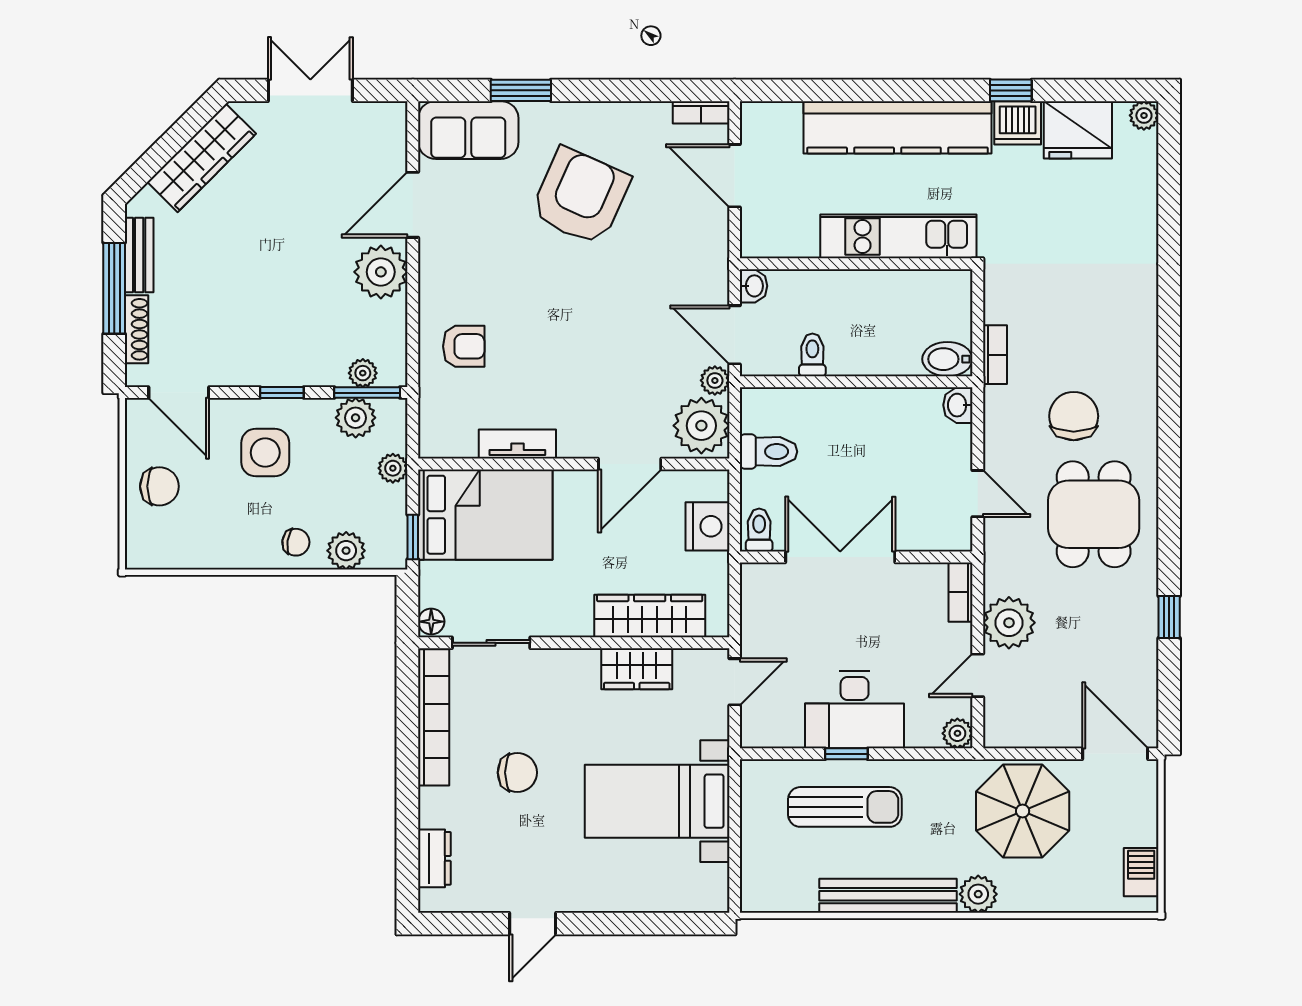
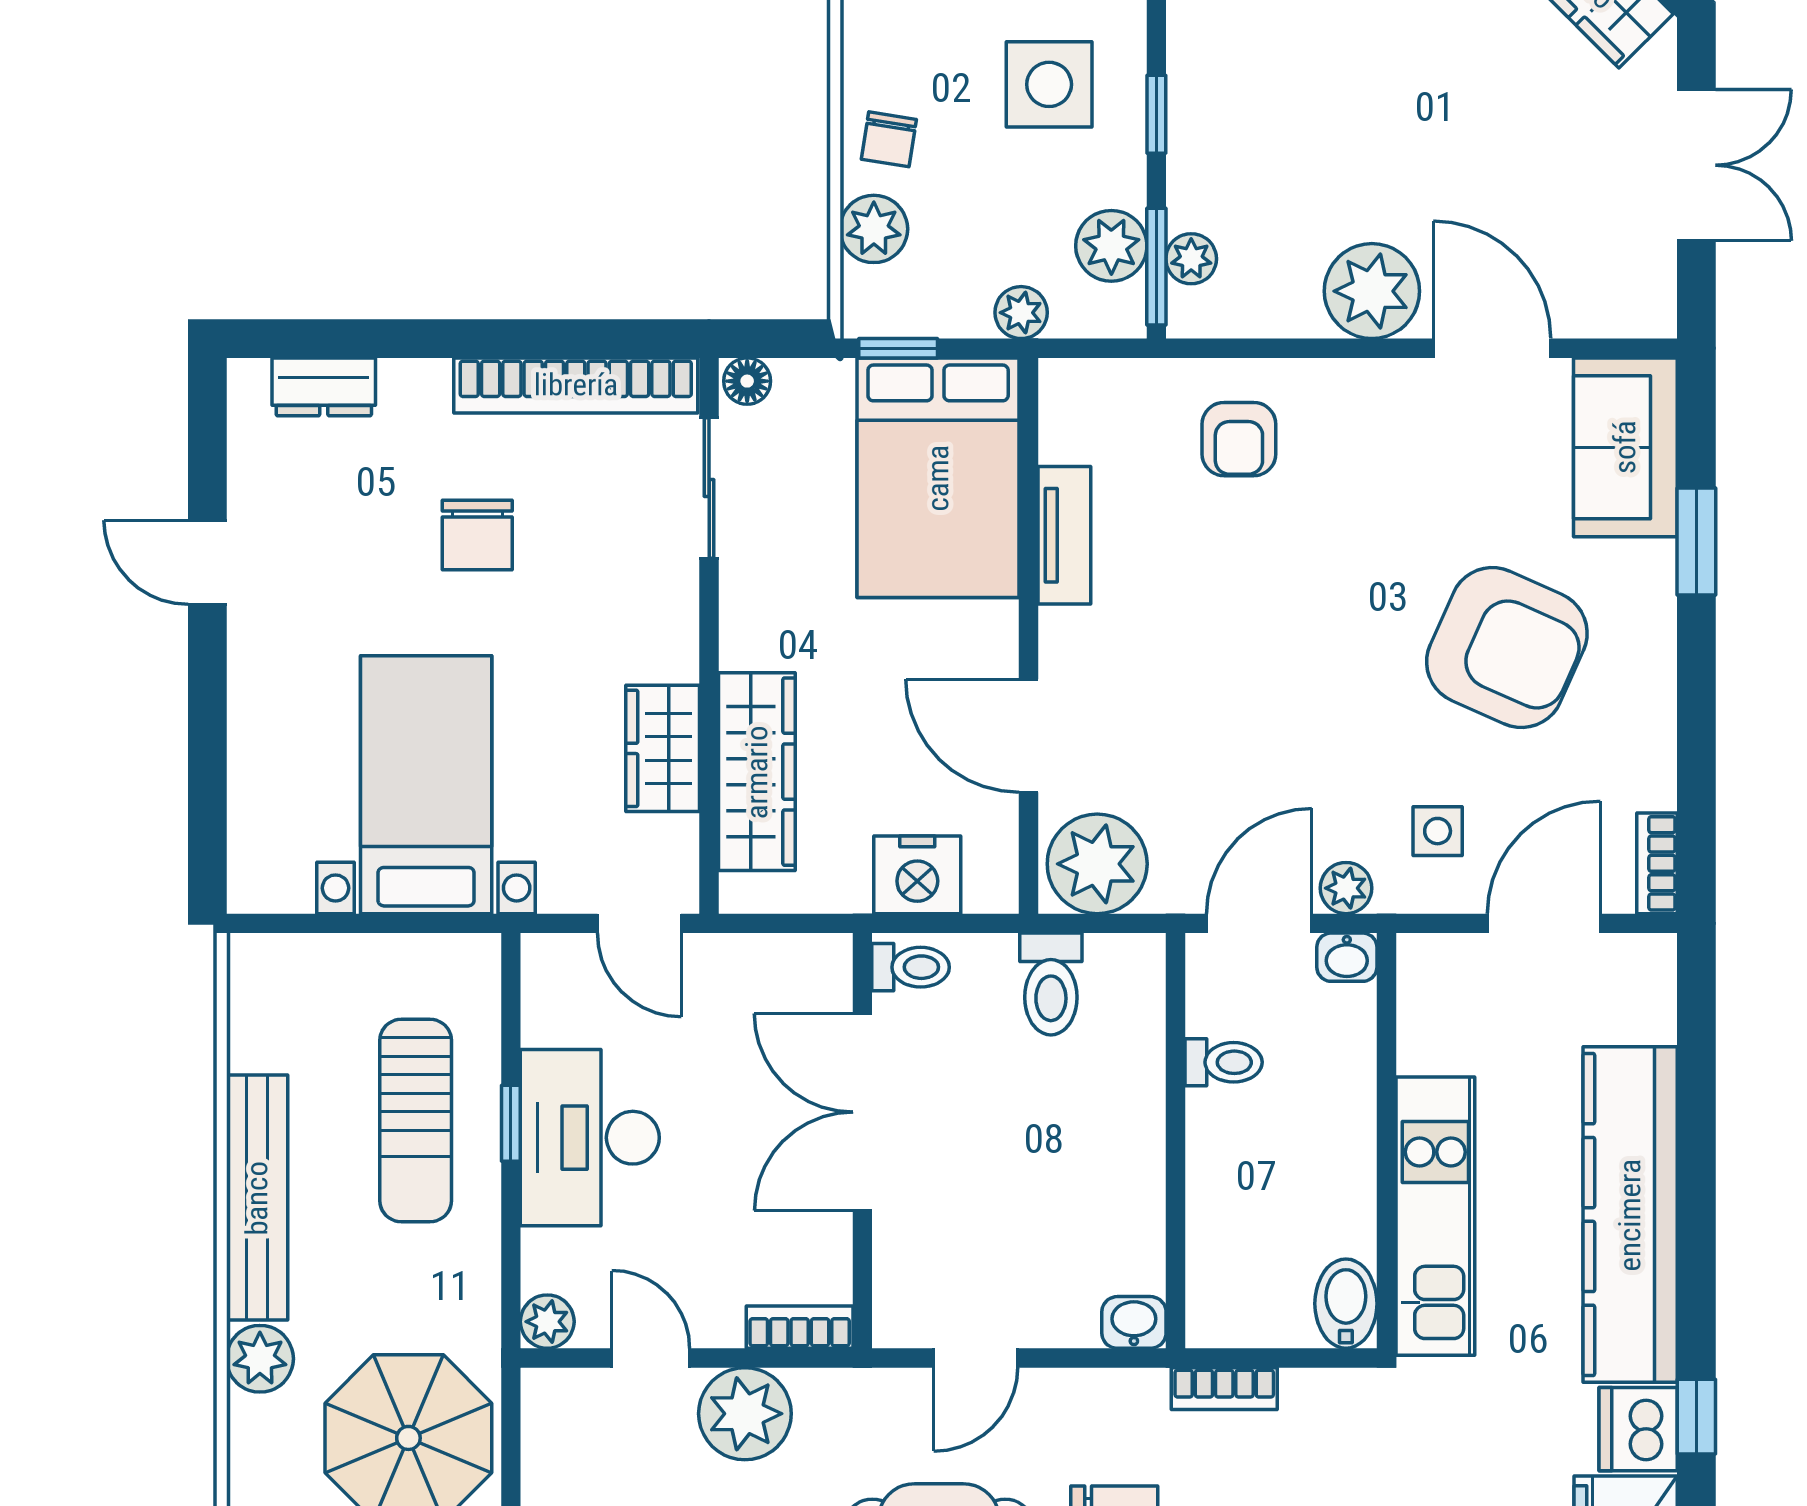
side table: (683, 235) -> (1438, 831), added
bidet: (947, 359) -> (1346, 1304), moved
plant: (715, 380) -> (1346, 888), moved
double door: (840, 557) -> (862, 1112), swing flipped

